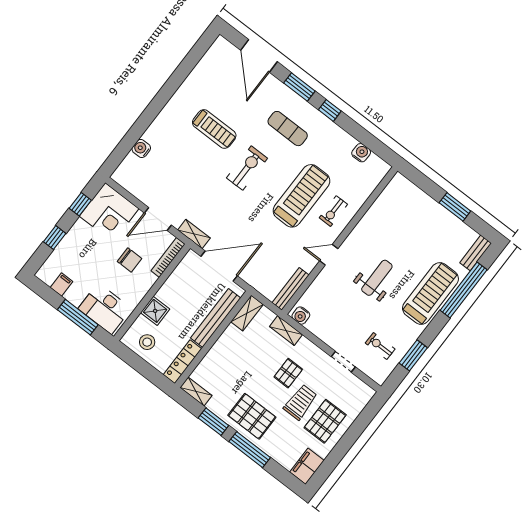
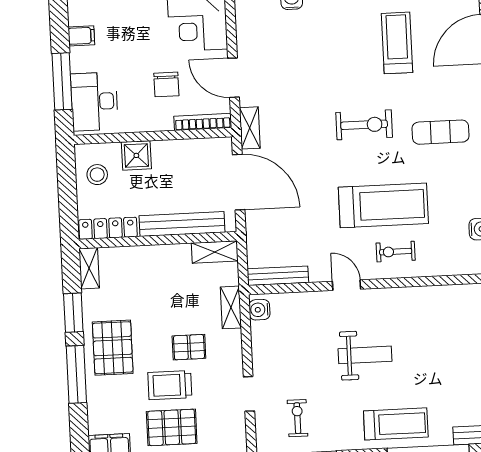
treadmill: (214, 129) -> (397, 43), moved, turned 180
exercise mat: (288, 129) -> (441, 132), turned 90
treadmill: (430, 293) -> (396, 424), width x0.73, depth x0.73
trolley: (300, 402) -> (170, 385), turned 180

